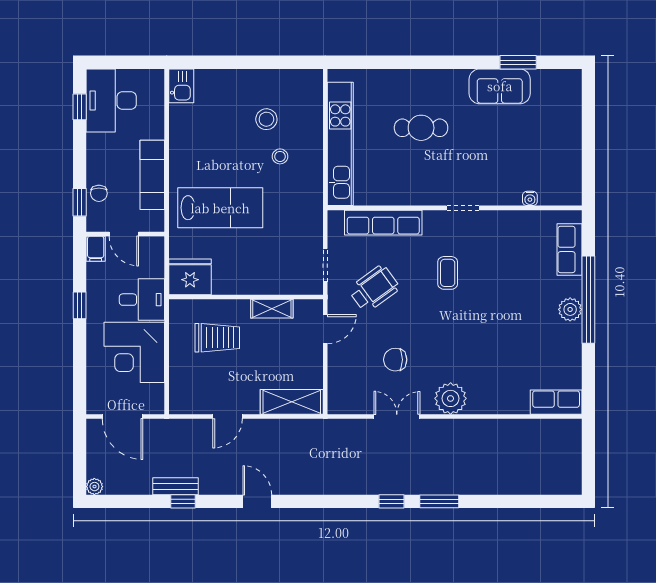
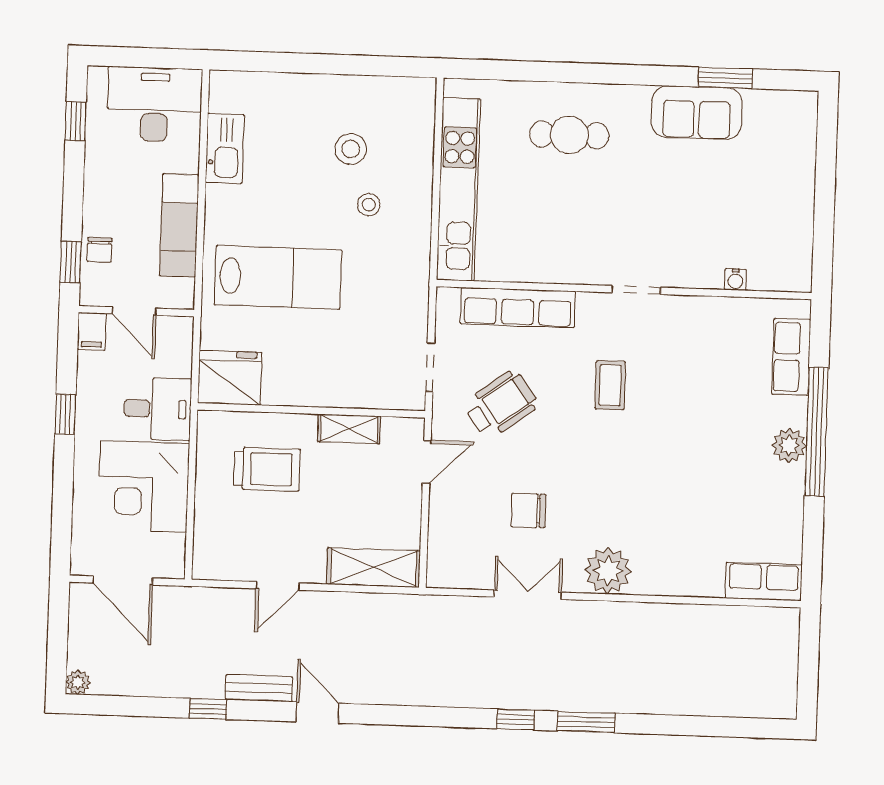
kitchen sink: (181, 86) -> (225, 148), moved, width x1.38
desk: (111, 100) -> (155, 104), moved, turned 90
cafe table: (421, 128) -> (569, 135), moved
bench: (175, 486) -> (259, 688), moved

